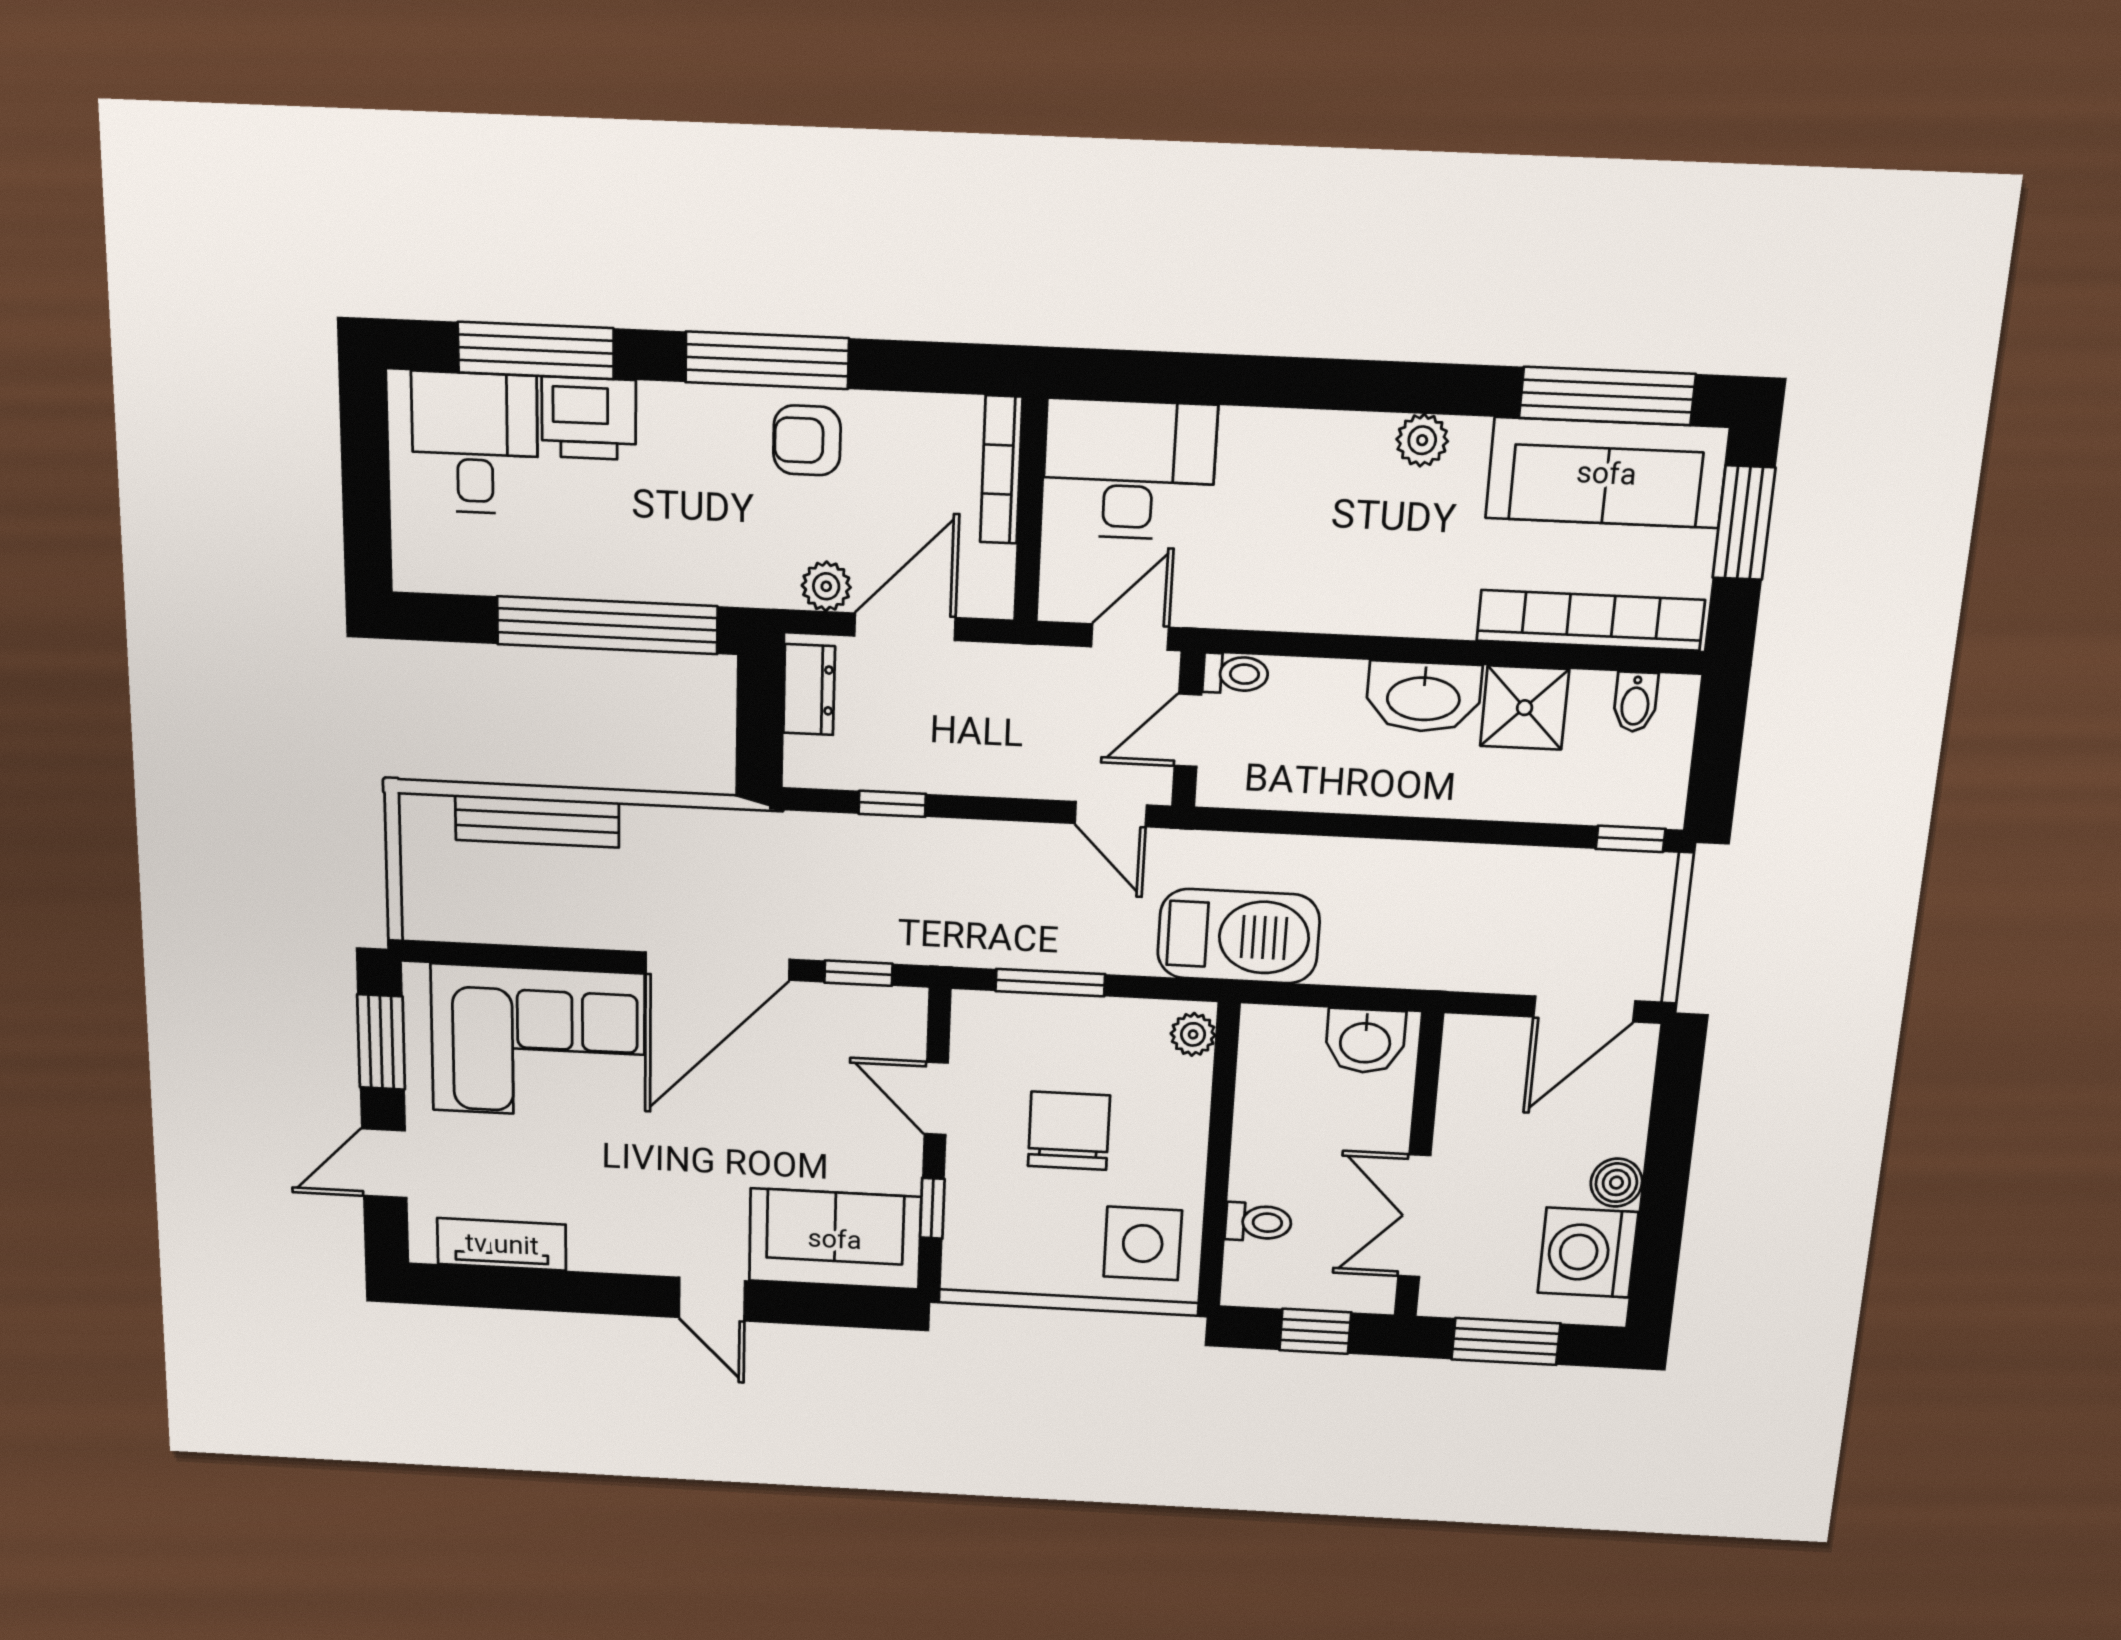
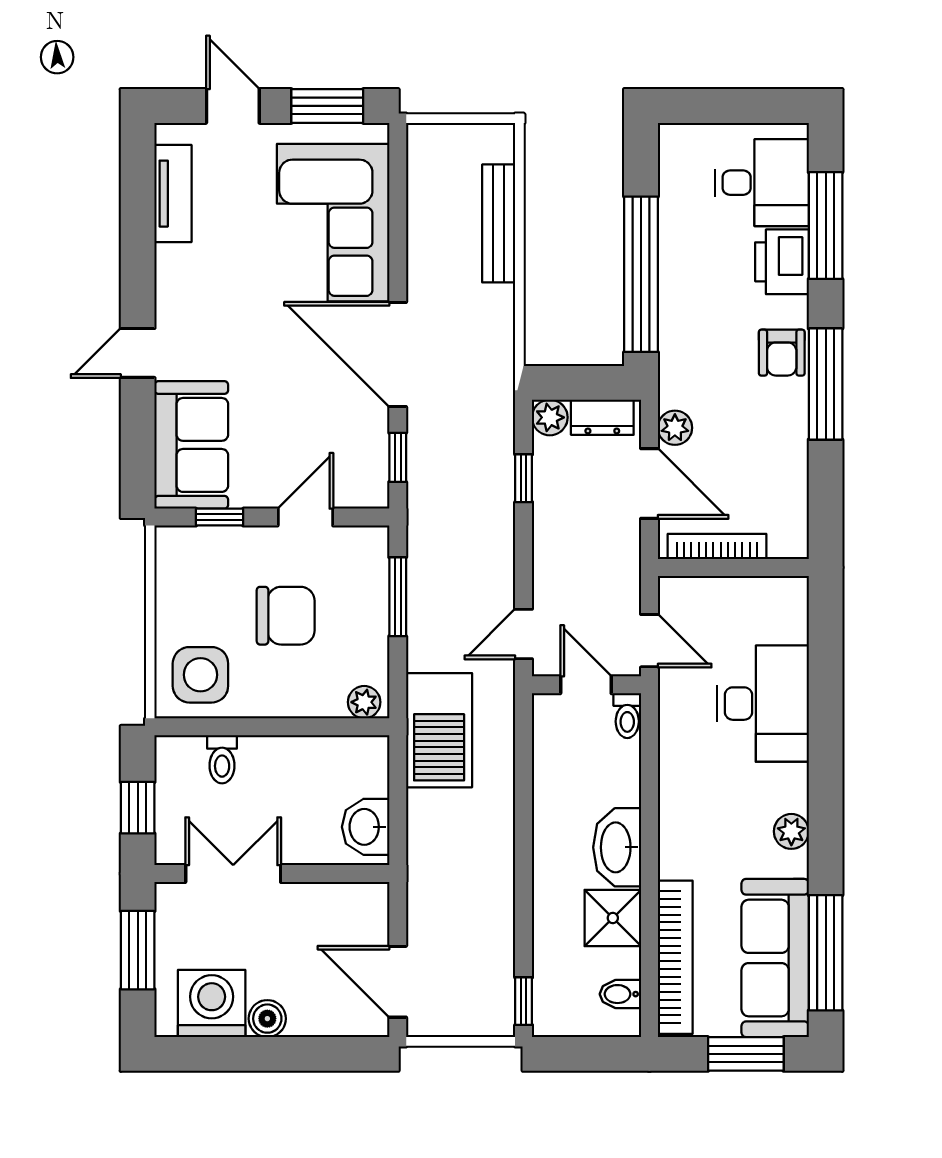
armchair: (807, 440) -> (782, 353), moved, turned 180
bookcase: (1001, 470) -> (717, 546), moved
desk: (1129, 470) -> (763, 704), moved
plant: (808, 763) -> (550, 417), added

